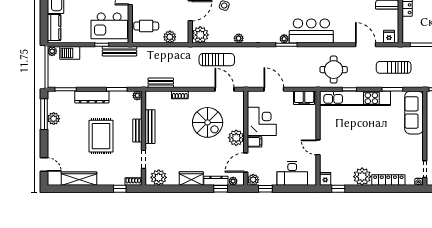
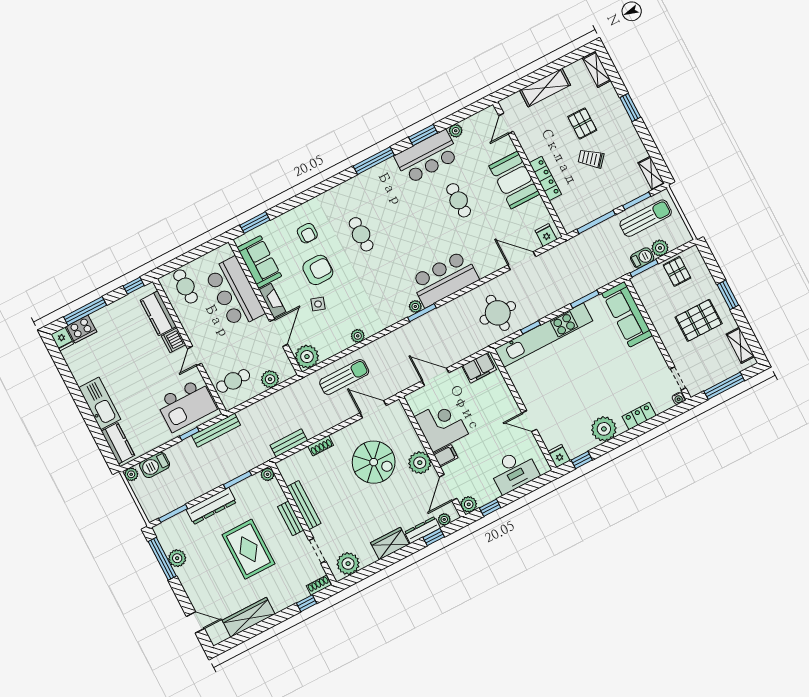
sun lounger: (394, 67) -> (572, 271), removed
locker: (388, 180) -> (639, 416), width x0.66

